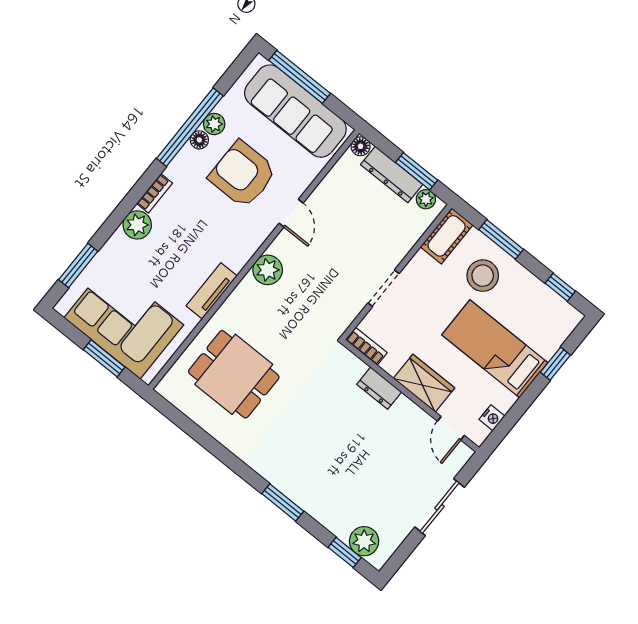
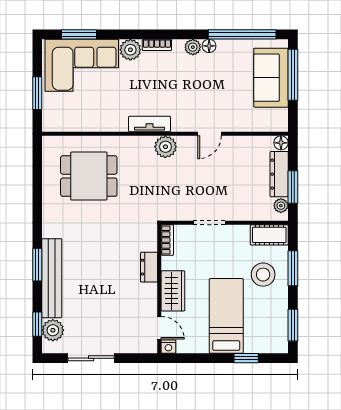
sofa: (295, 111) -> (271, 78), width x0.73
plant: (214, 124) -> (193, 47), moved
window: (190, 127) -> (242, 34), moved
armchair: (243, 174) -> (209, 87), removed
window: (560, 287) -> (293, 325), width x1.50
tv unit: (212, 291) -> (150, 124), moved
corner sofa: (124, 321) -> (82, 65), moved, turned 90
dining table: (234, 374) -> (89, 176), turned 90
nightstand: (492, 418) -> (168, 347), moved
door: (451, 428) -> (159, 328), swing flipped
bench: (309, 499) -> (52, 278), added
sliding door: (440, 507) -> (91, 358), moved

